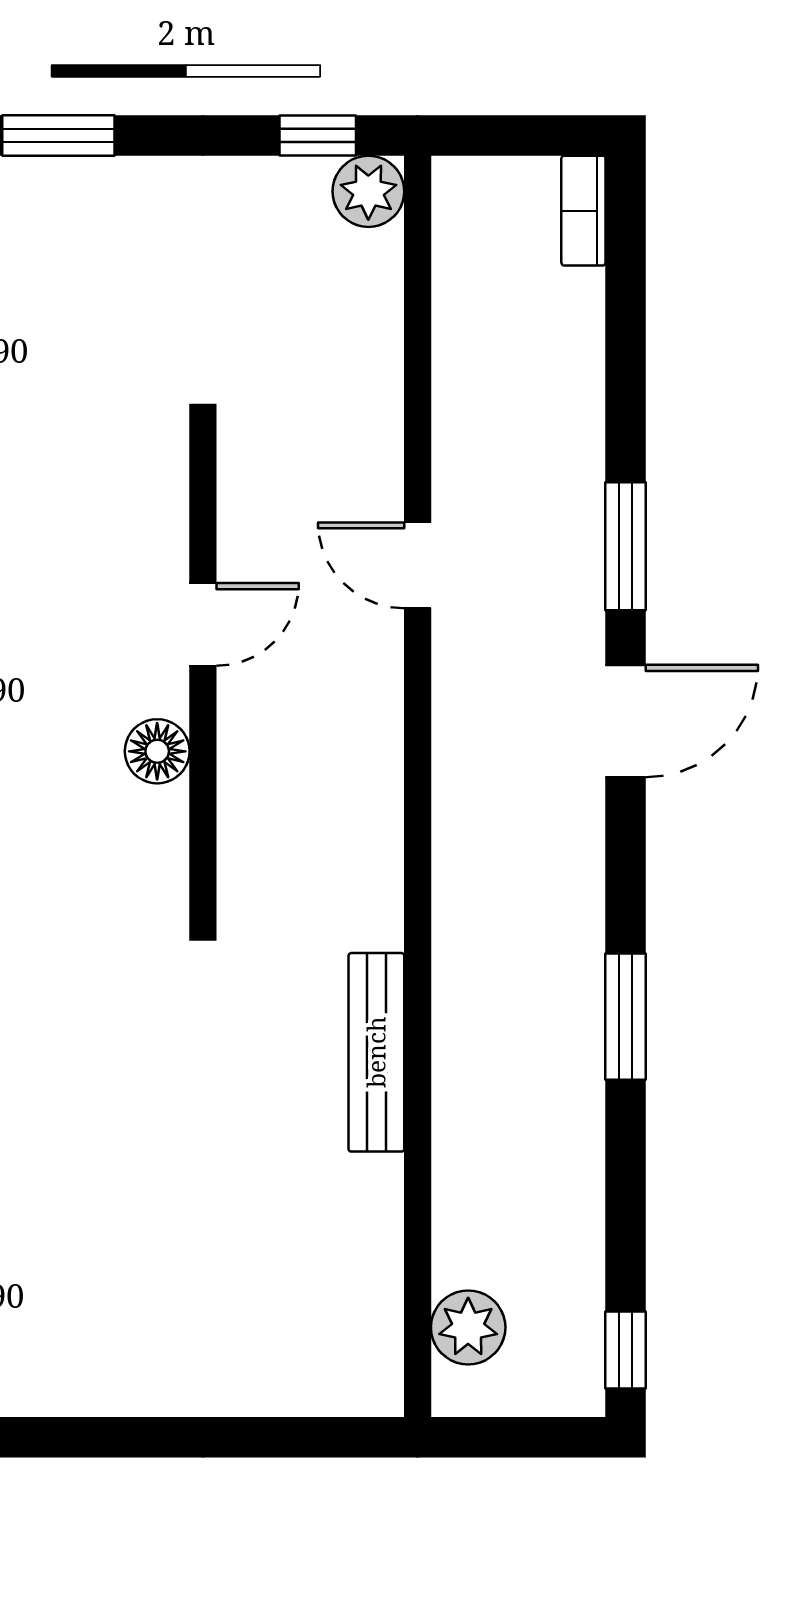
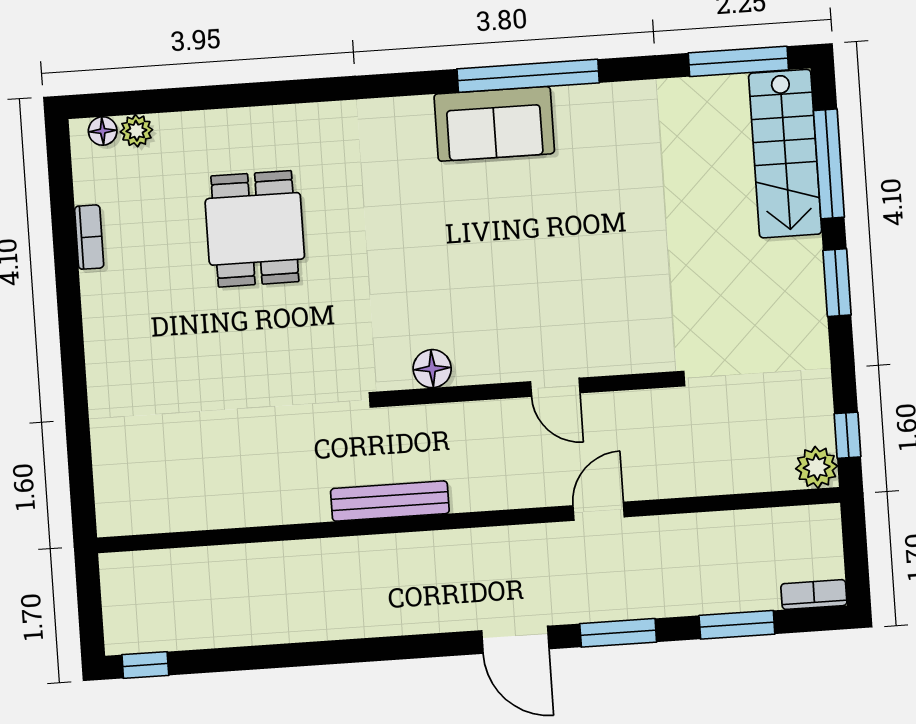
floor lamp: (157, 751) -> (432, 369), moved
window: (626, 1017) -> (737, 625), moved
bench: (376, 1052) -> (390, 501), moved
plant: (468, 1327) -> (152, 572), removed

